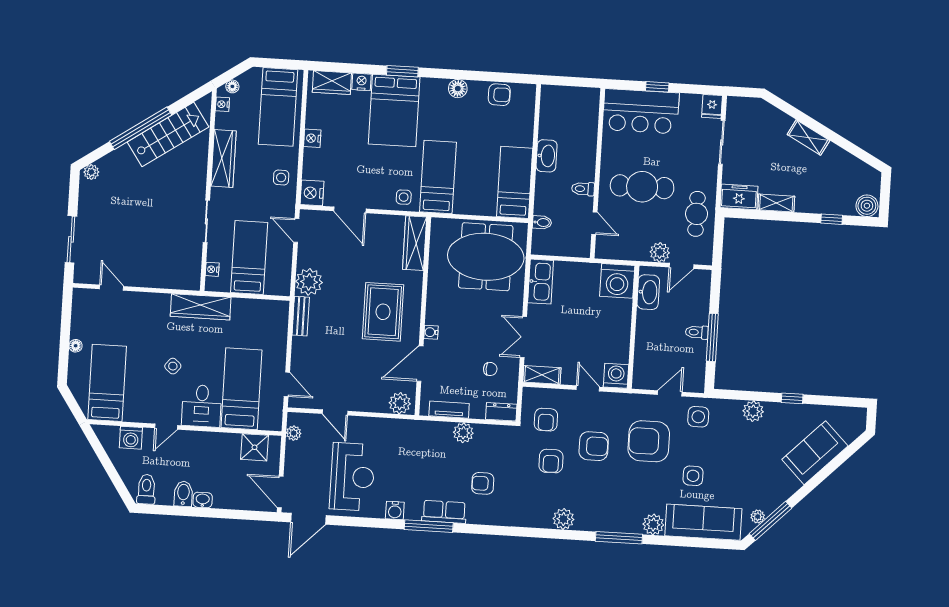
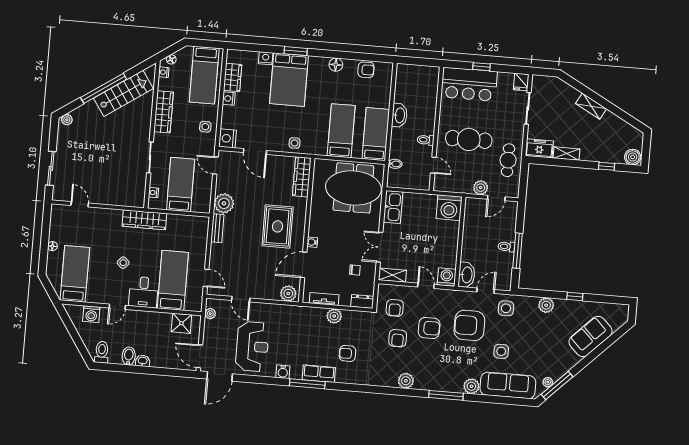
wardrobe: (332, 83) -> (233, 77), moved, turned -90
bed: (438, 177) -> (341, 131), moved
washbasin: (648, 292) -> (467, 275), moved

